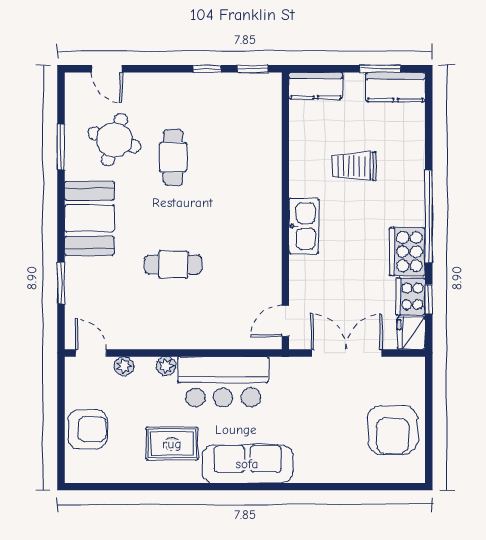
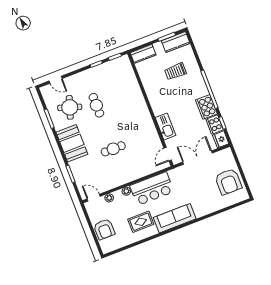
trolley: (354, 166) -> (175, 71), moved
kitchen sink: (304, 226) -> (165, 126), moved
armchair: (87, 429) -> (104, 229), turned 90

